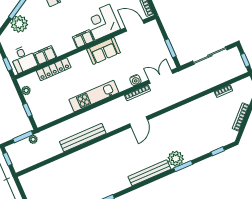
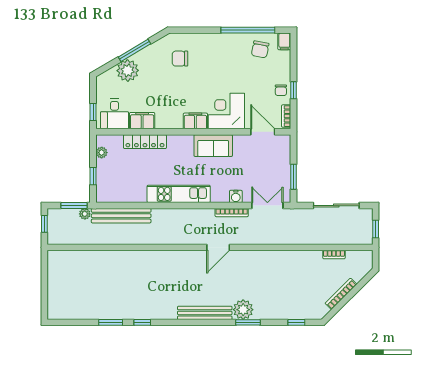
bench: (83, 138) -> (121, 216), moved

